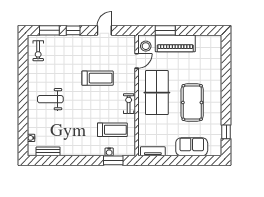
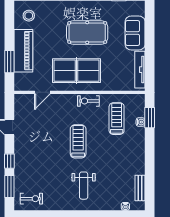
stool: (146, 46) -> (29, 16), moved
door: (137, 61) -> (42, 92), swing flipped
treadmill: (98, 78) -> (78, 141), moved
tv unit: (153, 151) -> (140, 70), width x1.41

